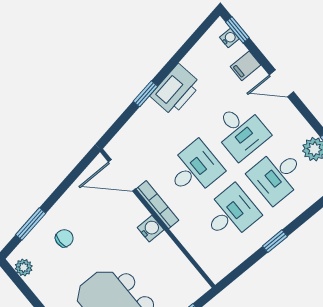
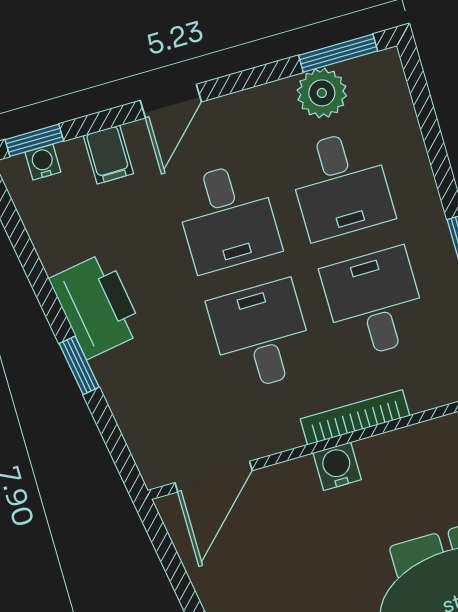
desk: (241, 131) -> (227, 217), turned 90
bookcase: (157, 205) -> (355, 417), moved

